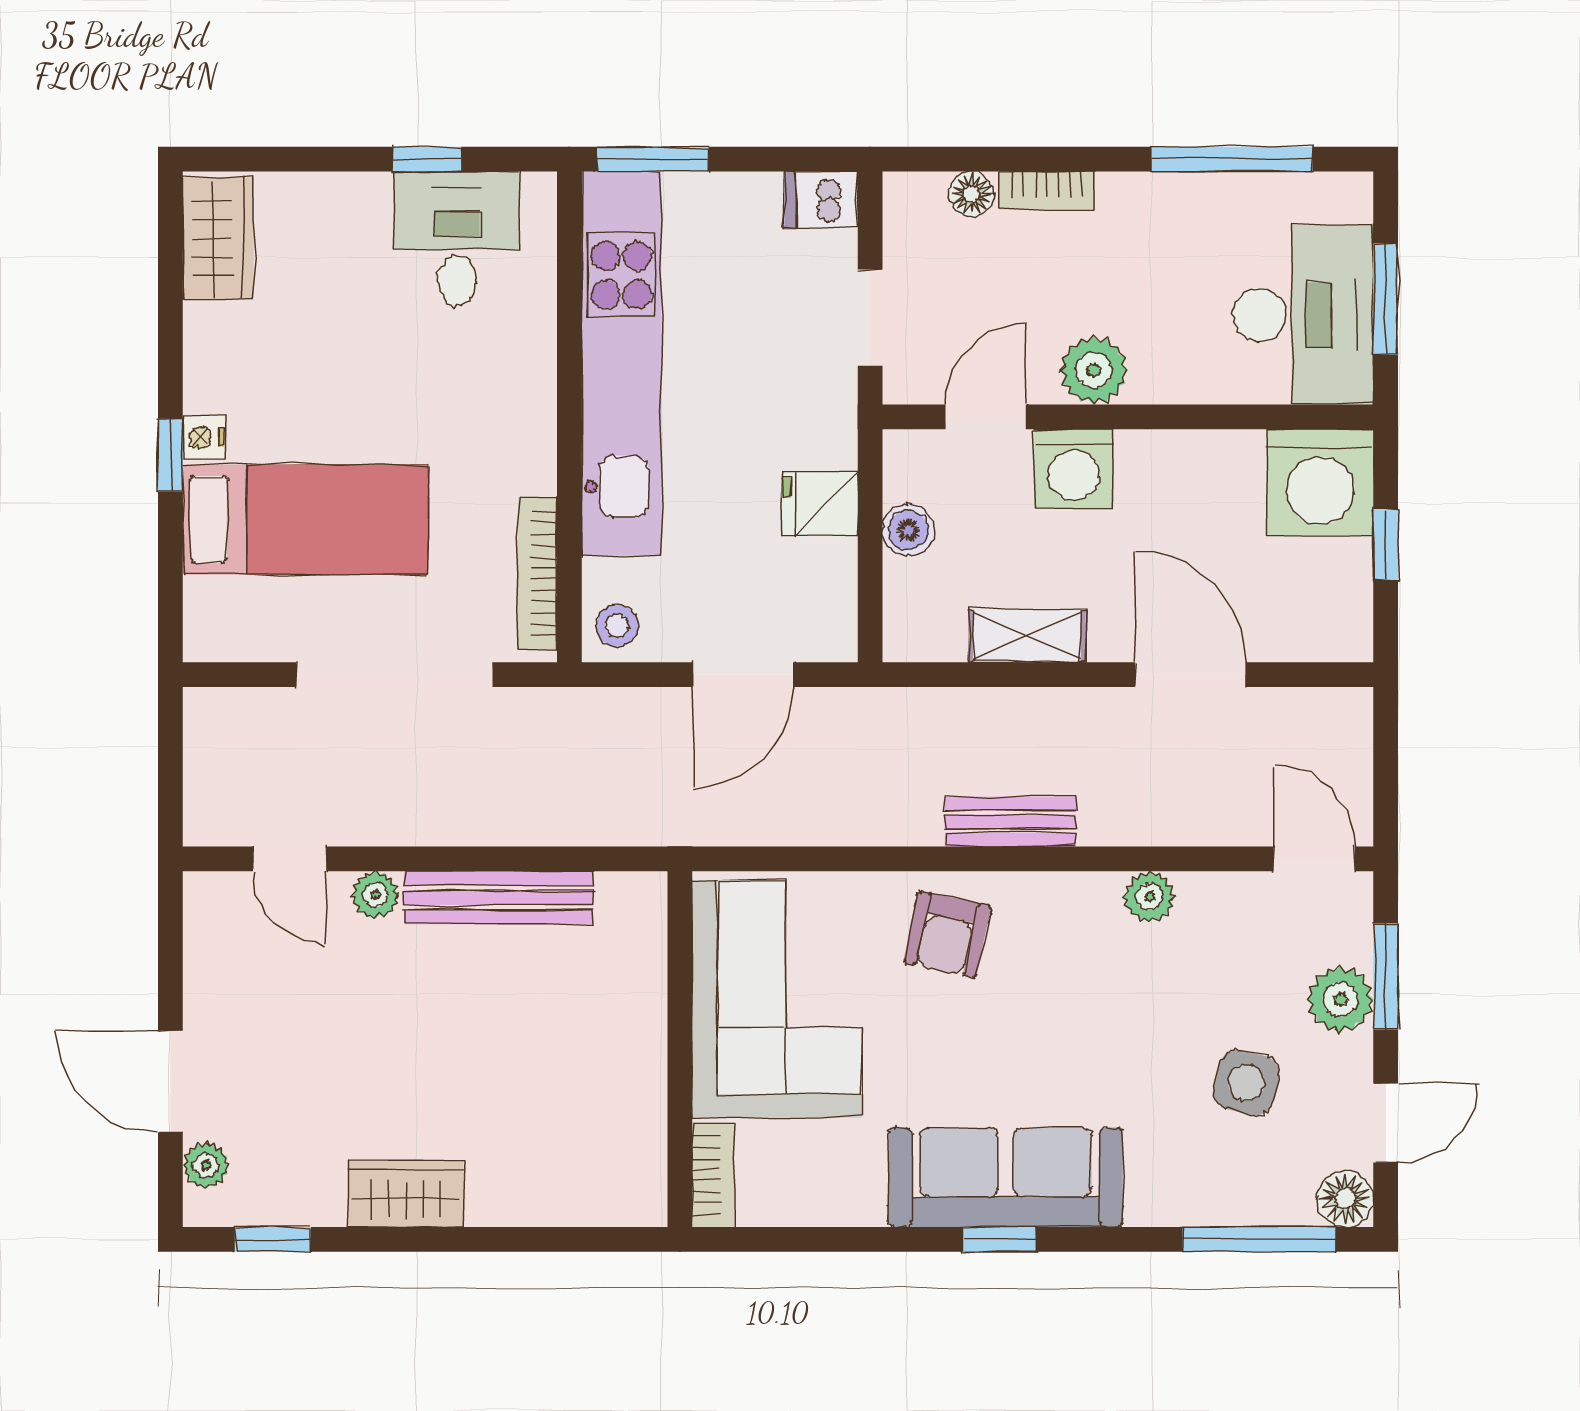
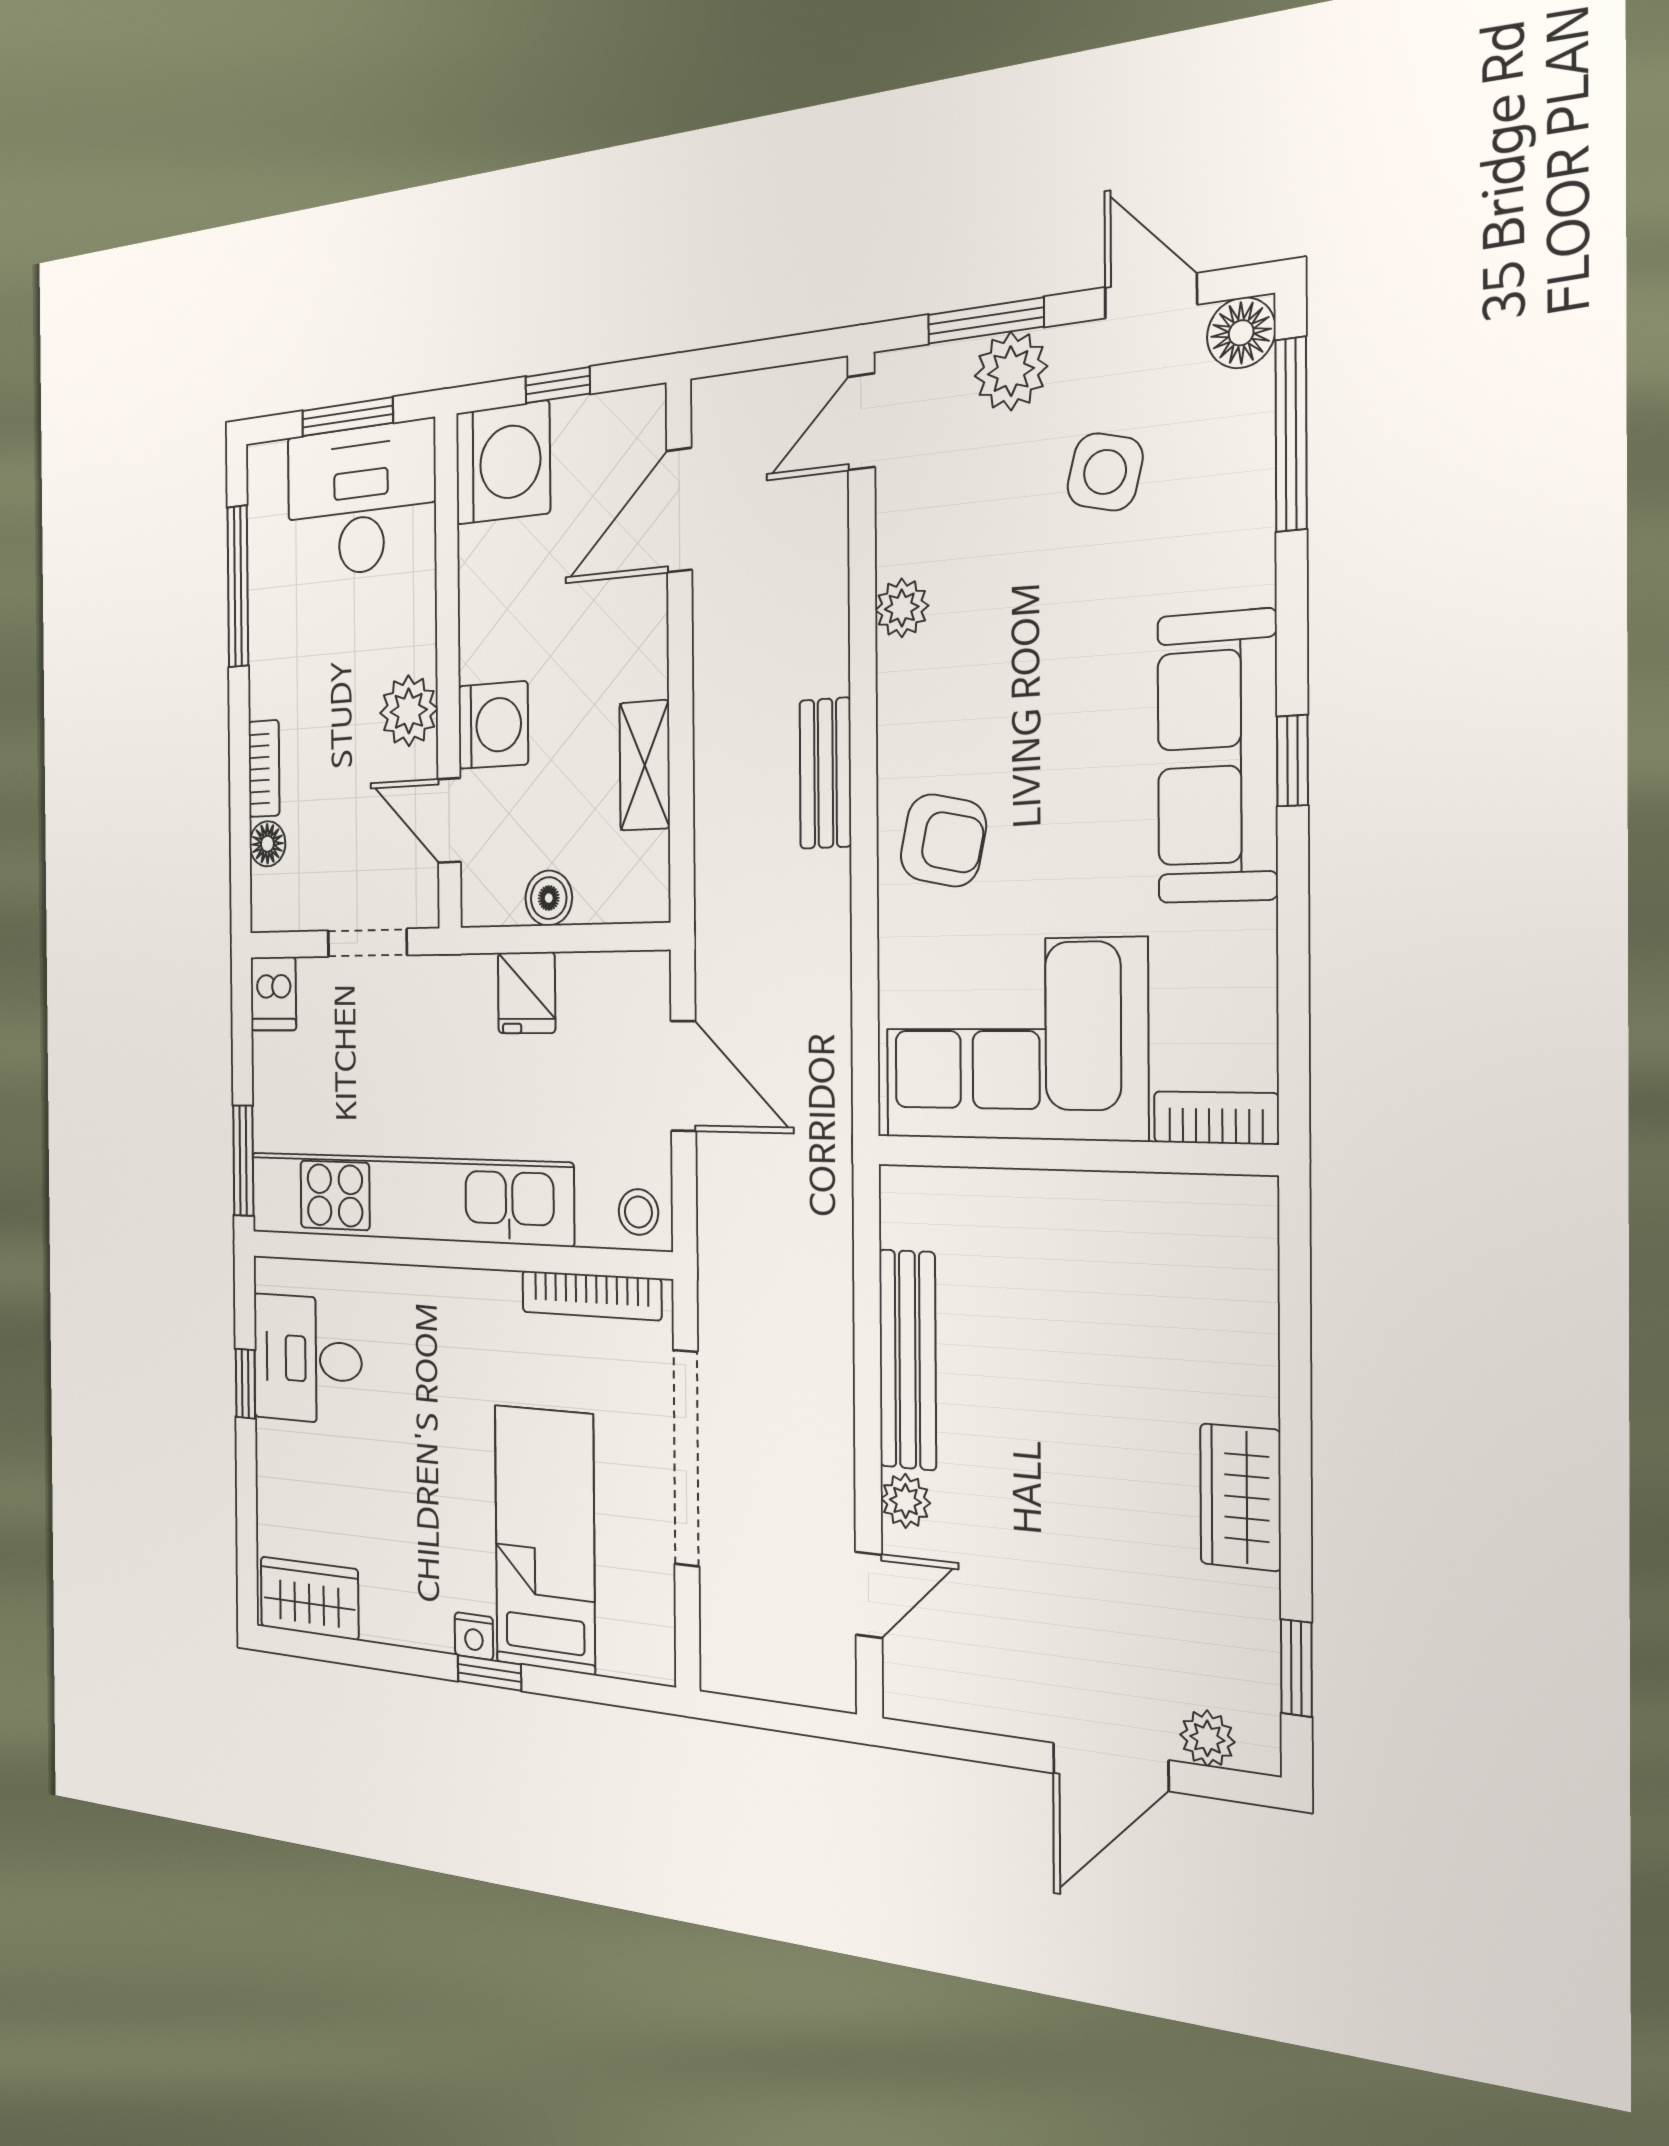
door: (1191, 675) -> (679, 510), moved

